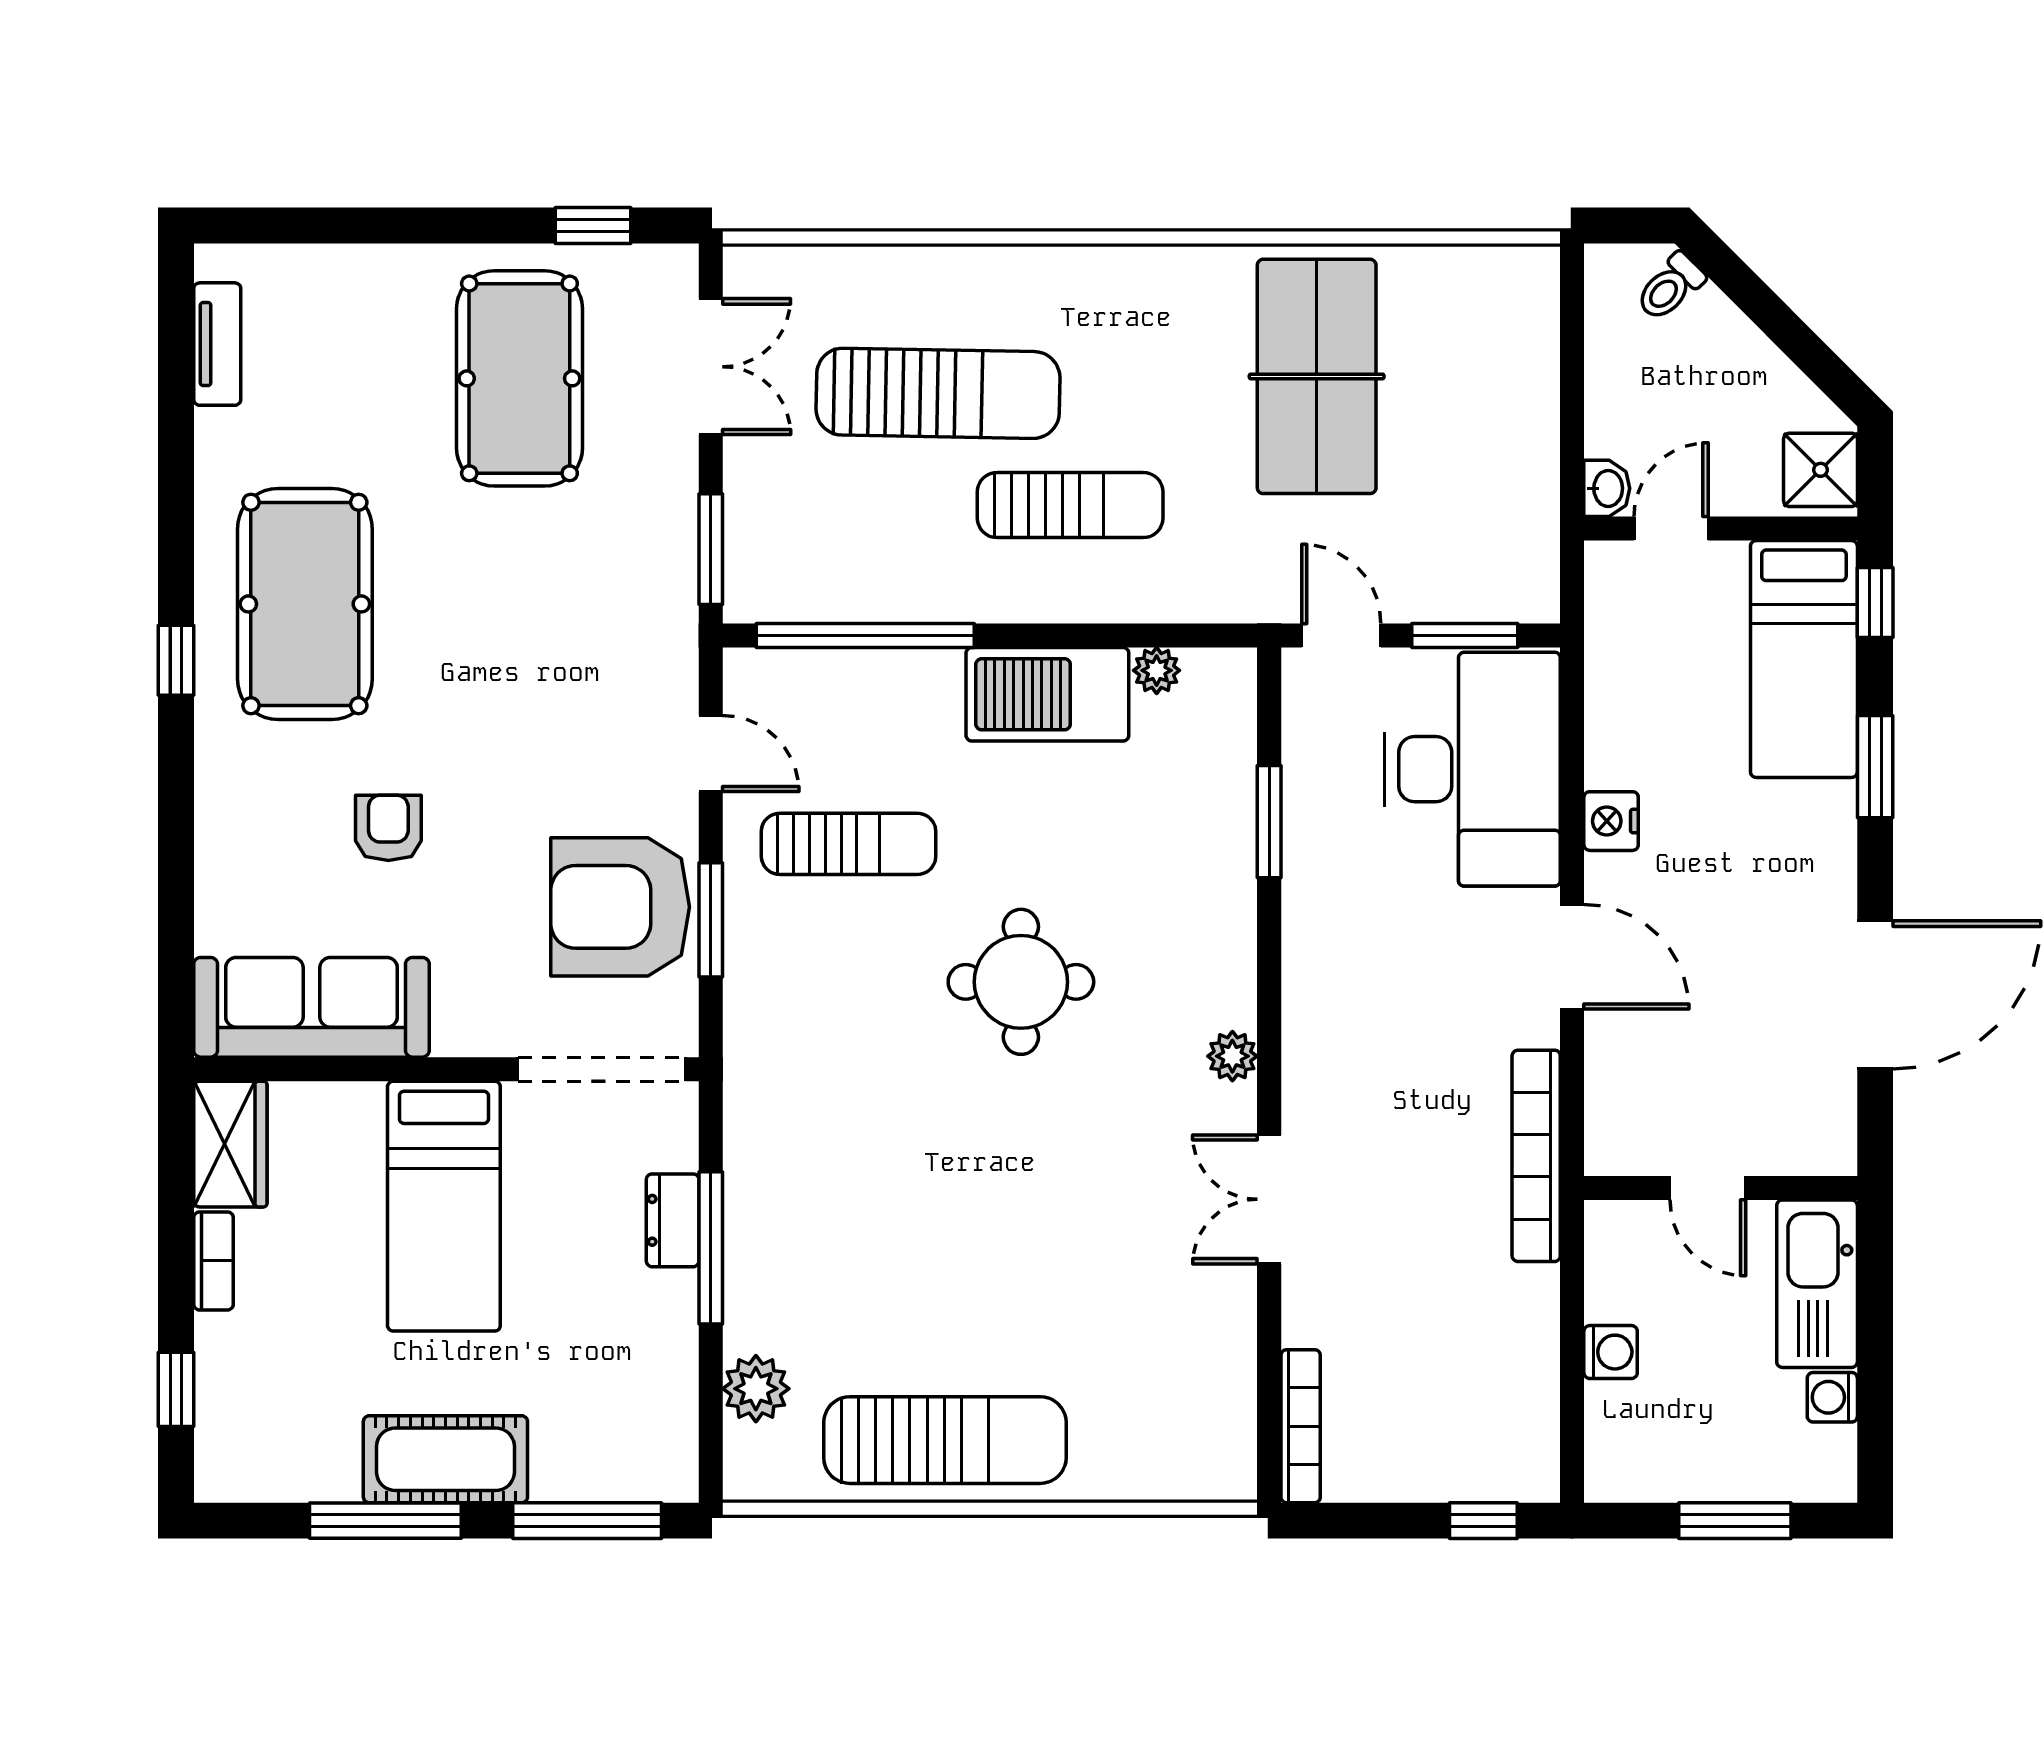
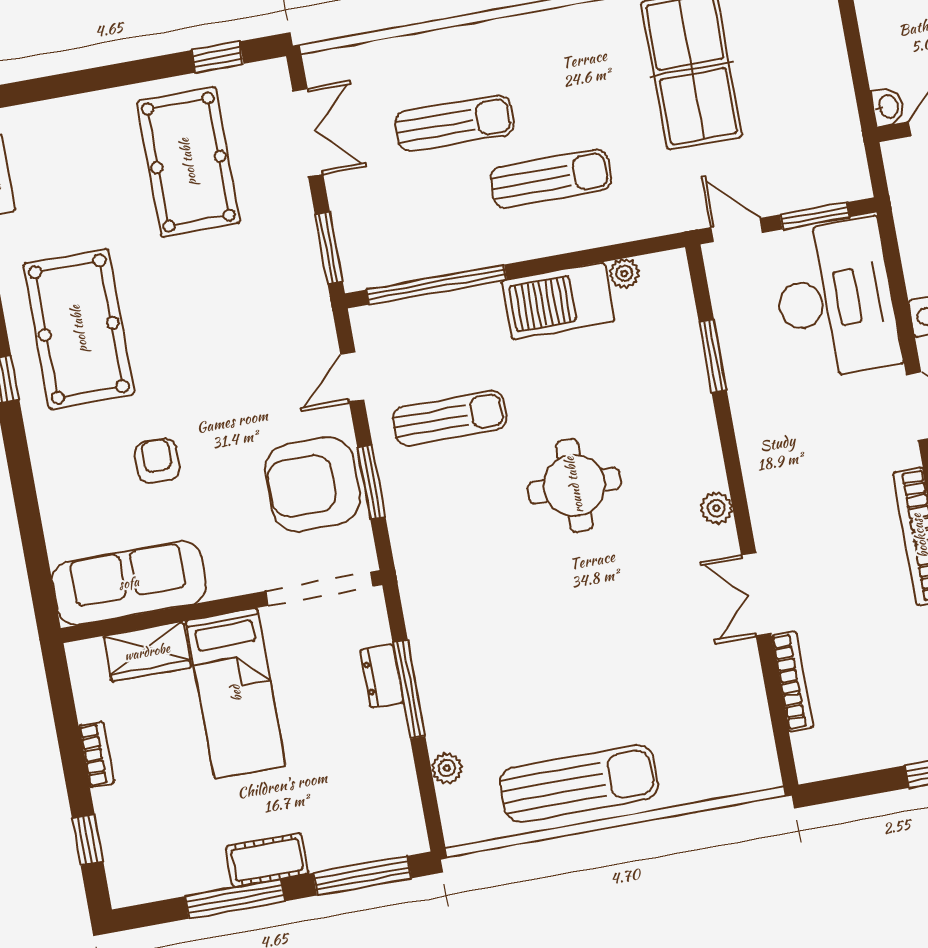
sun lounger: (938, 393) -> (454, 123), width x0.73, depth x0.75
door: (711, 754) -> (352, 377), swing flipped
wardrobe: (230, 1144) -> (147, 652), moved, turned 90
plant: (756, 1389) -> (447, 768), width x0.73, depth x0.73
bookcase: (1301, 1426) -> (792, 681), moved
cot: (445, 1459) -> (267, 860), width x0.73, depth x0.75

